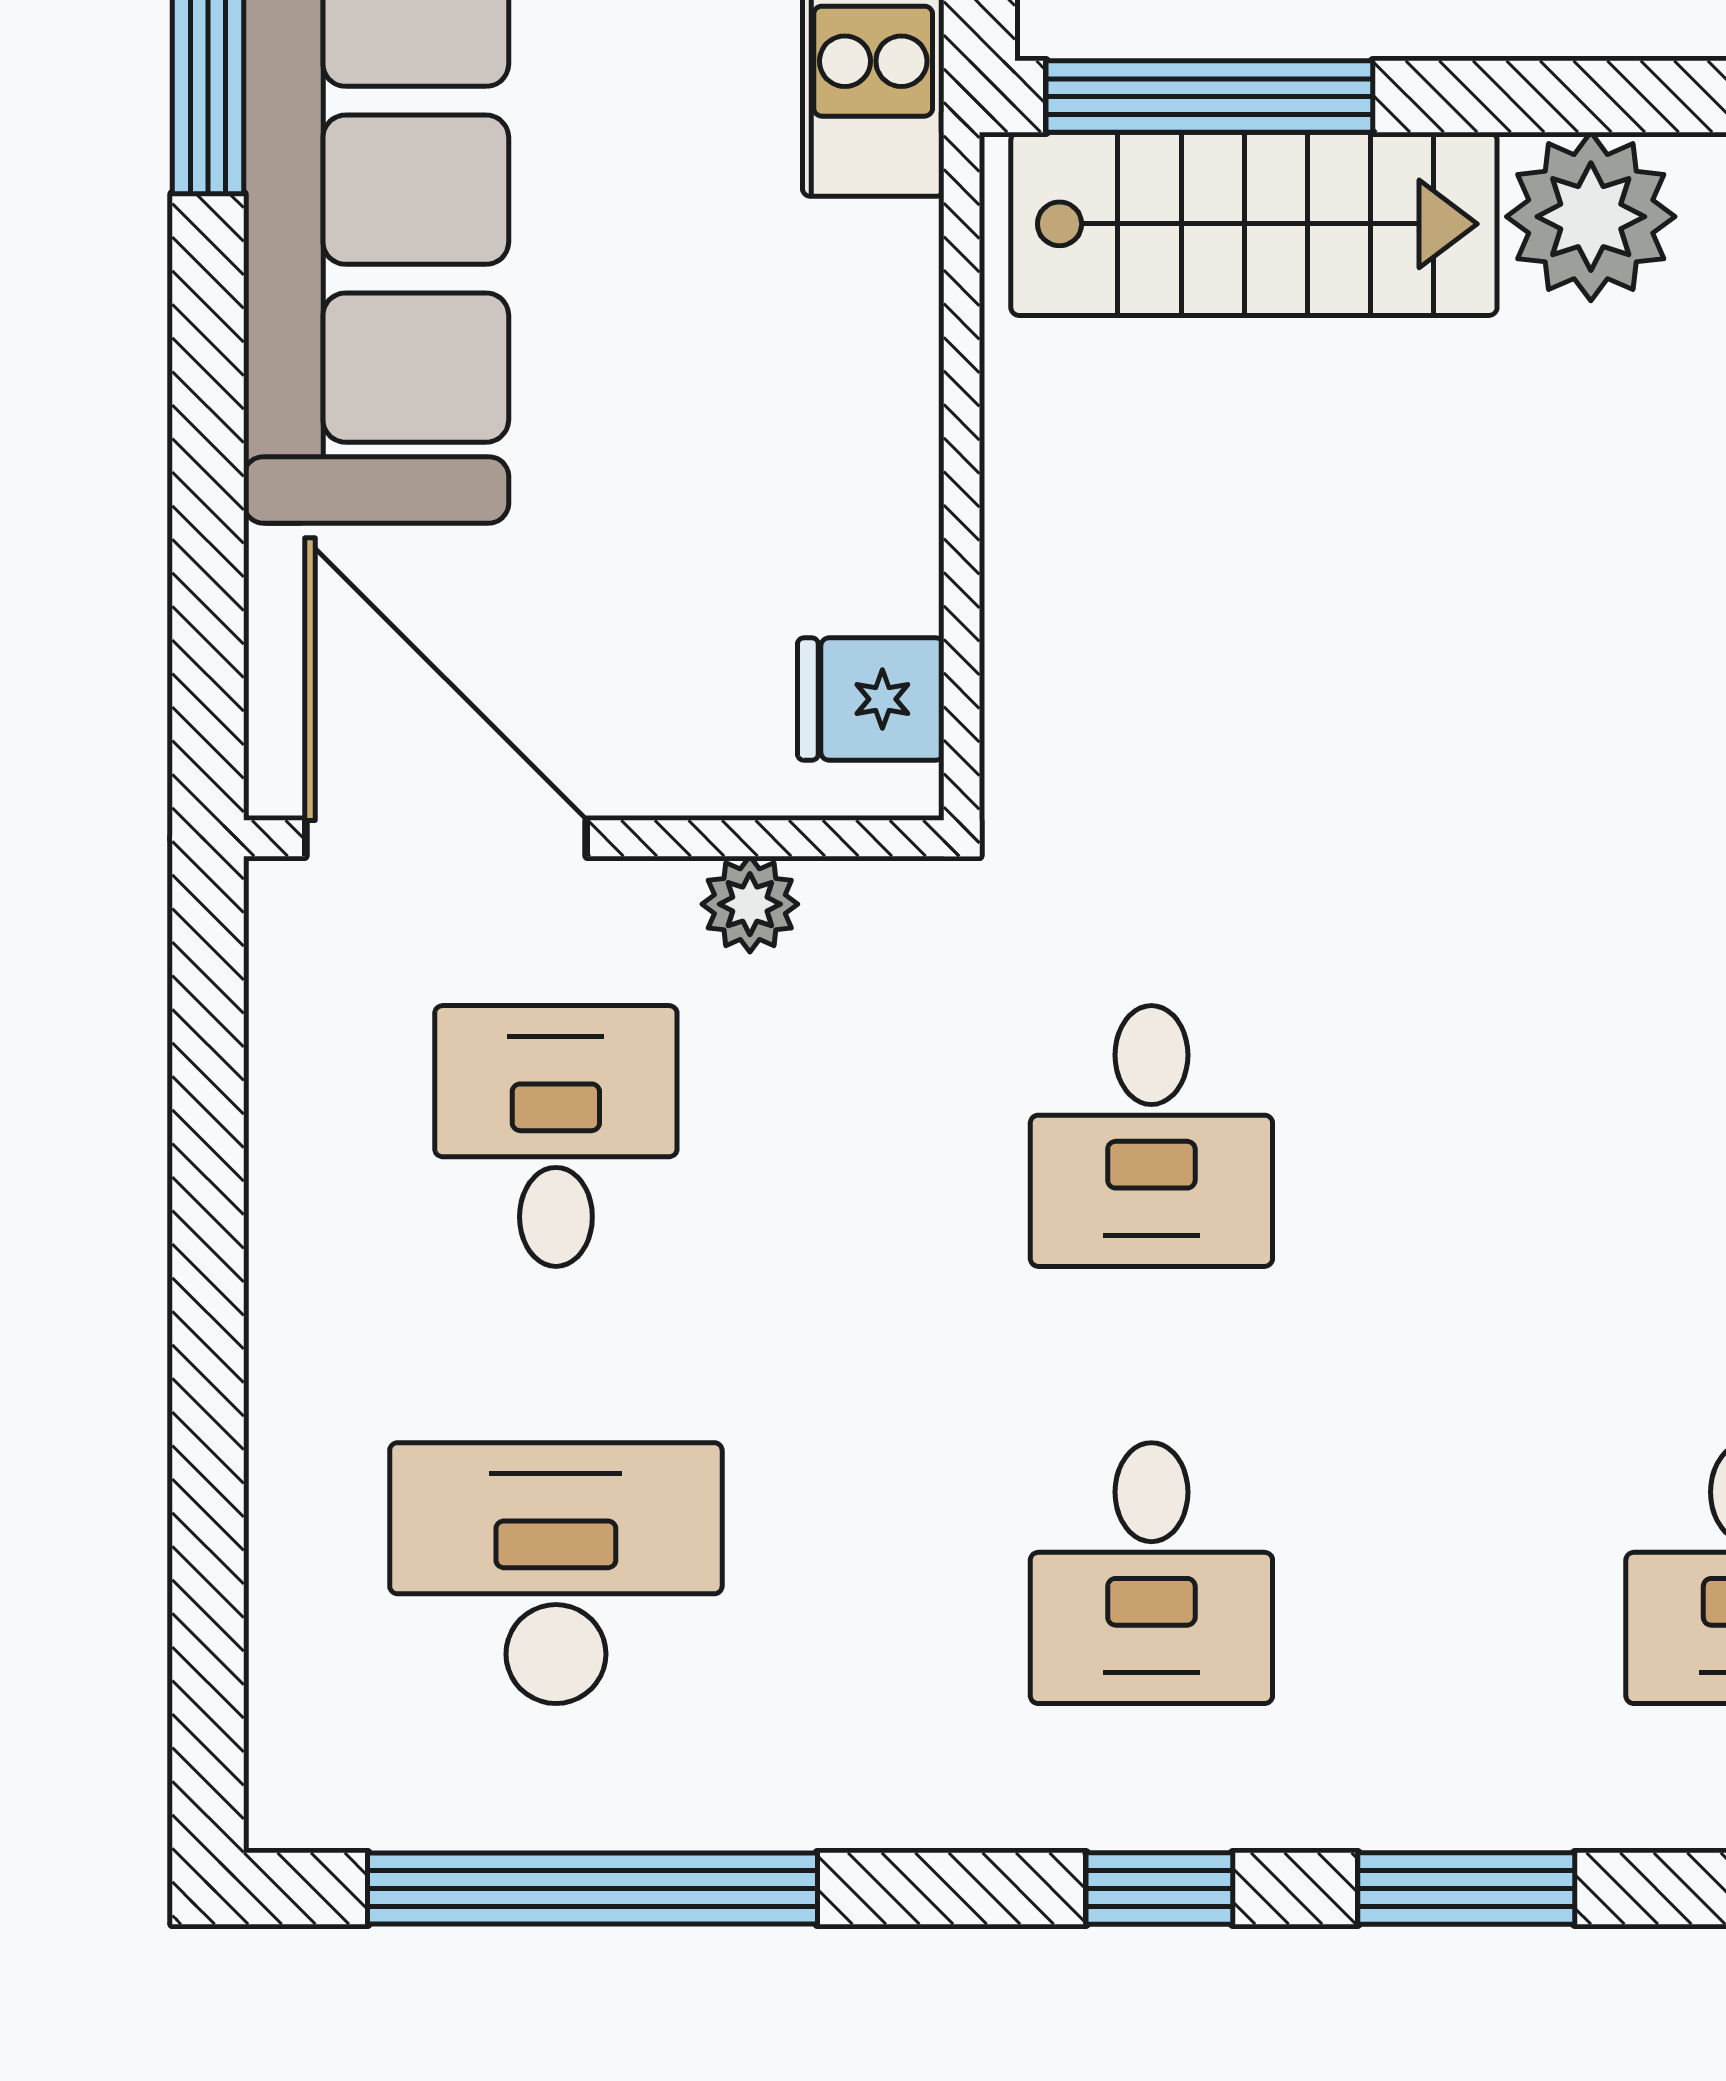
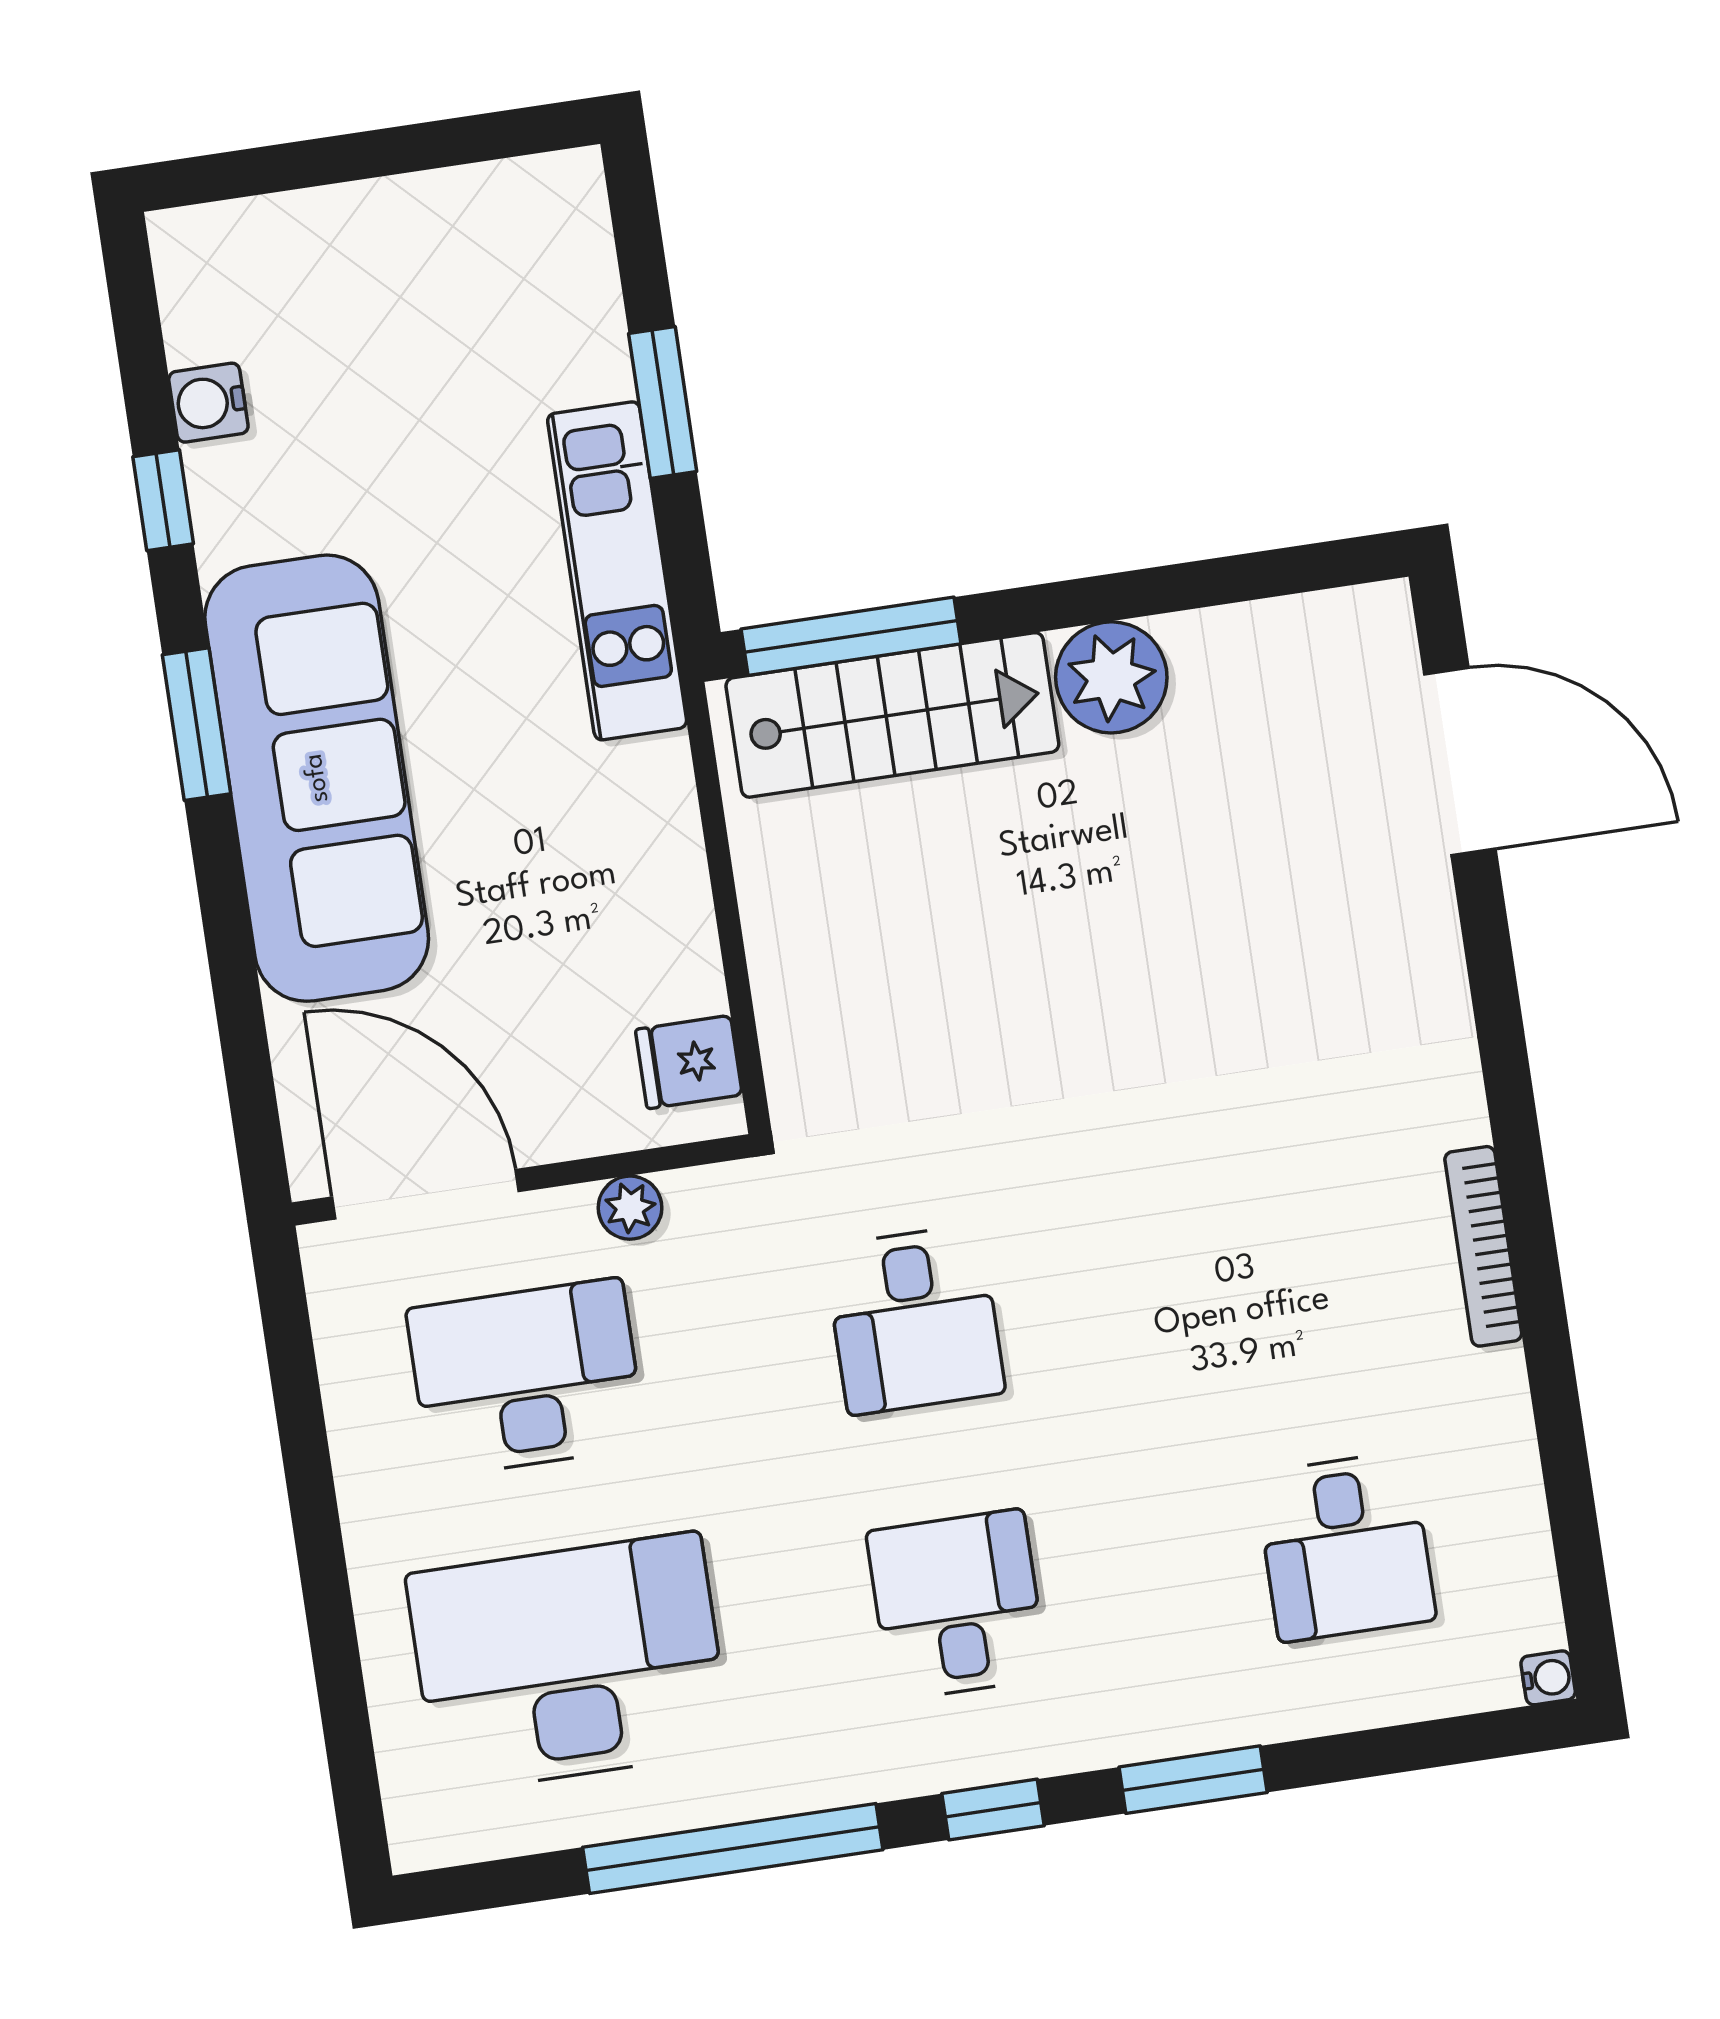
desk: (556, 1136) -> (526, 1378), width x1.37
desk: (556, 1573) -> (569, 1663), width x1.36, depth x1.30
desk: (1151, 1573) -> (957, 1605), turned 180
window: (592, 1889) -> (733, 1848), moved

